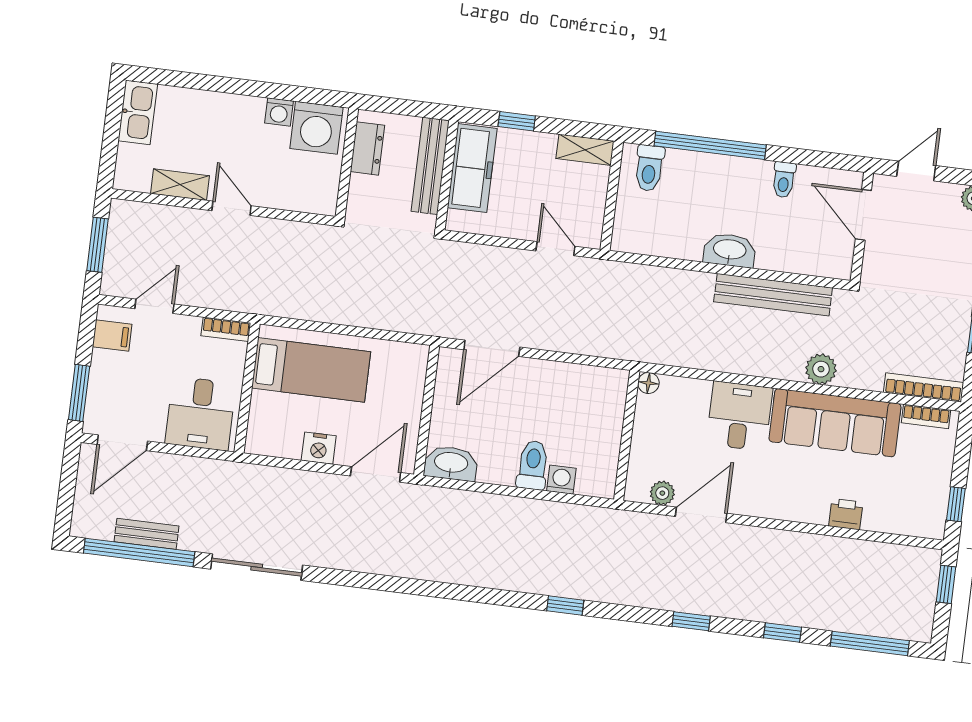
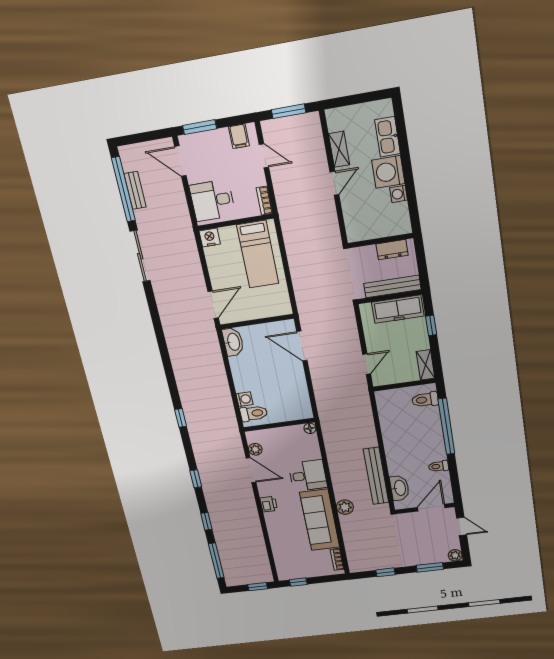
kitchen sink: (138, 112) -> (388, 137), moved, turned 90
washing machine: (316, 128) -> (388, 172), moved
washbasin: (730, 250) -> (400, 488), moved
bookcase: (923, 387) -> (351, 555), removed
nightstand: (319, 448) -> (210, 237), moved, turned 90
toilet: (533, 465) -> (254, 413), moved
door: (376, 474) -> (213, 305), hinge flipped
printer: (846, 514) -> (269, 504), moved

